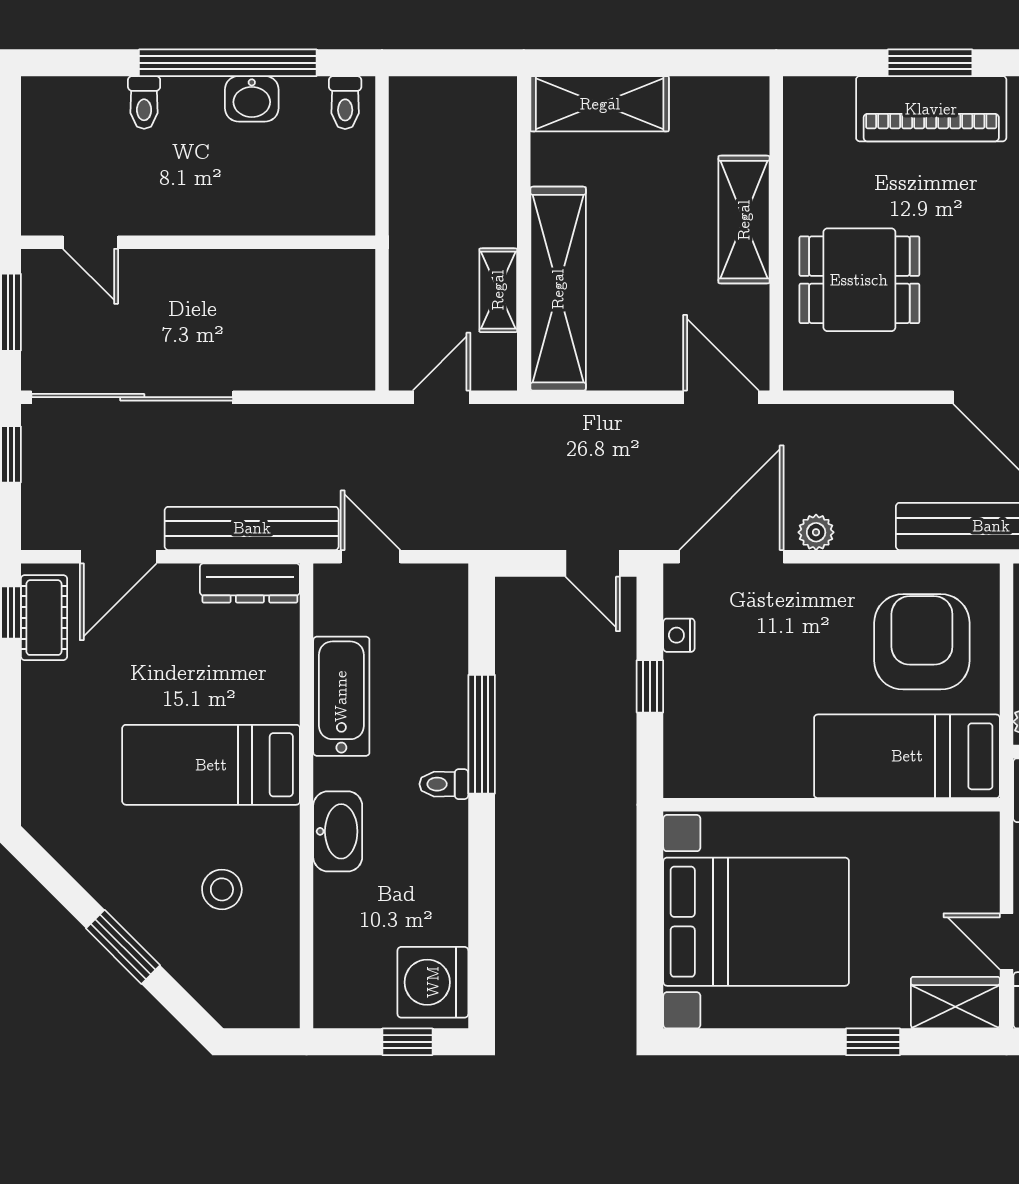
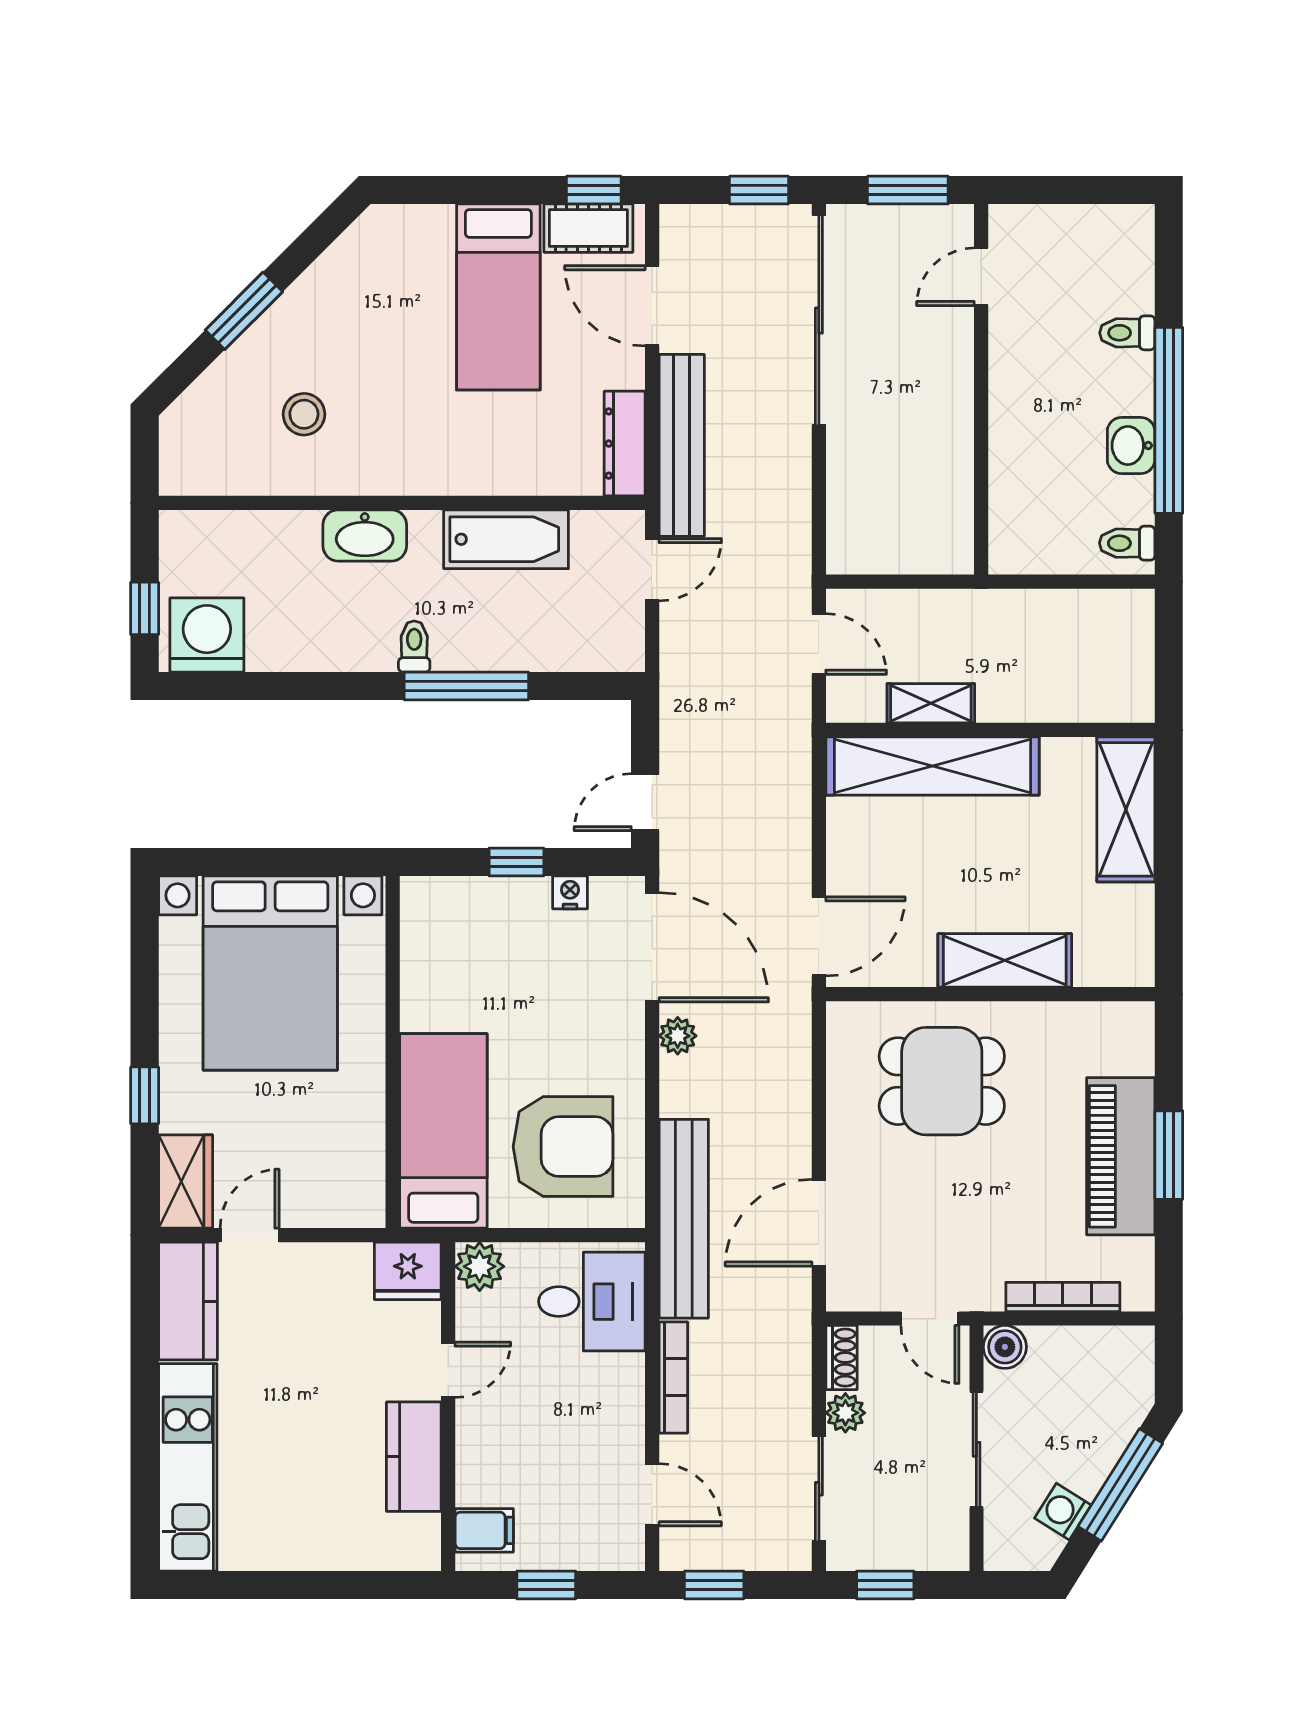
dining table: (859, 280) -> (942, 1081), turned 90
bed: (211, 765) -> (498, 297), moved, turned 180

